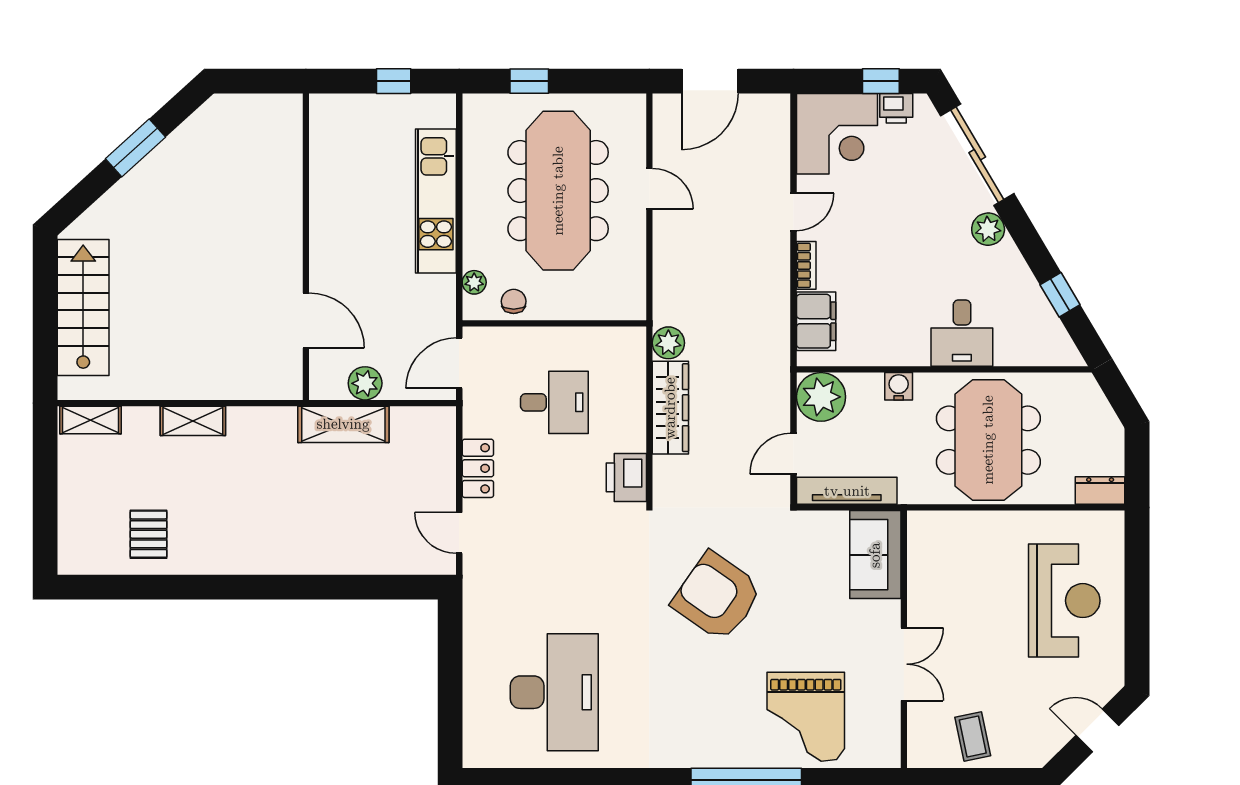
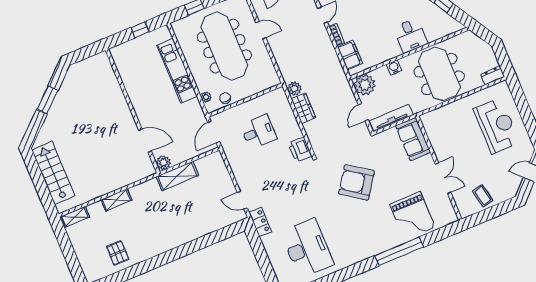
plant: (365, 383) -> (163, 163), moved
wardrobe: (670, 408) -> (303, 108), width x0.67
locker: (478, 468) -> (260, 222), moved

